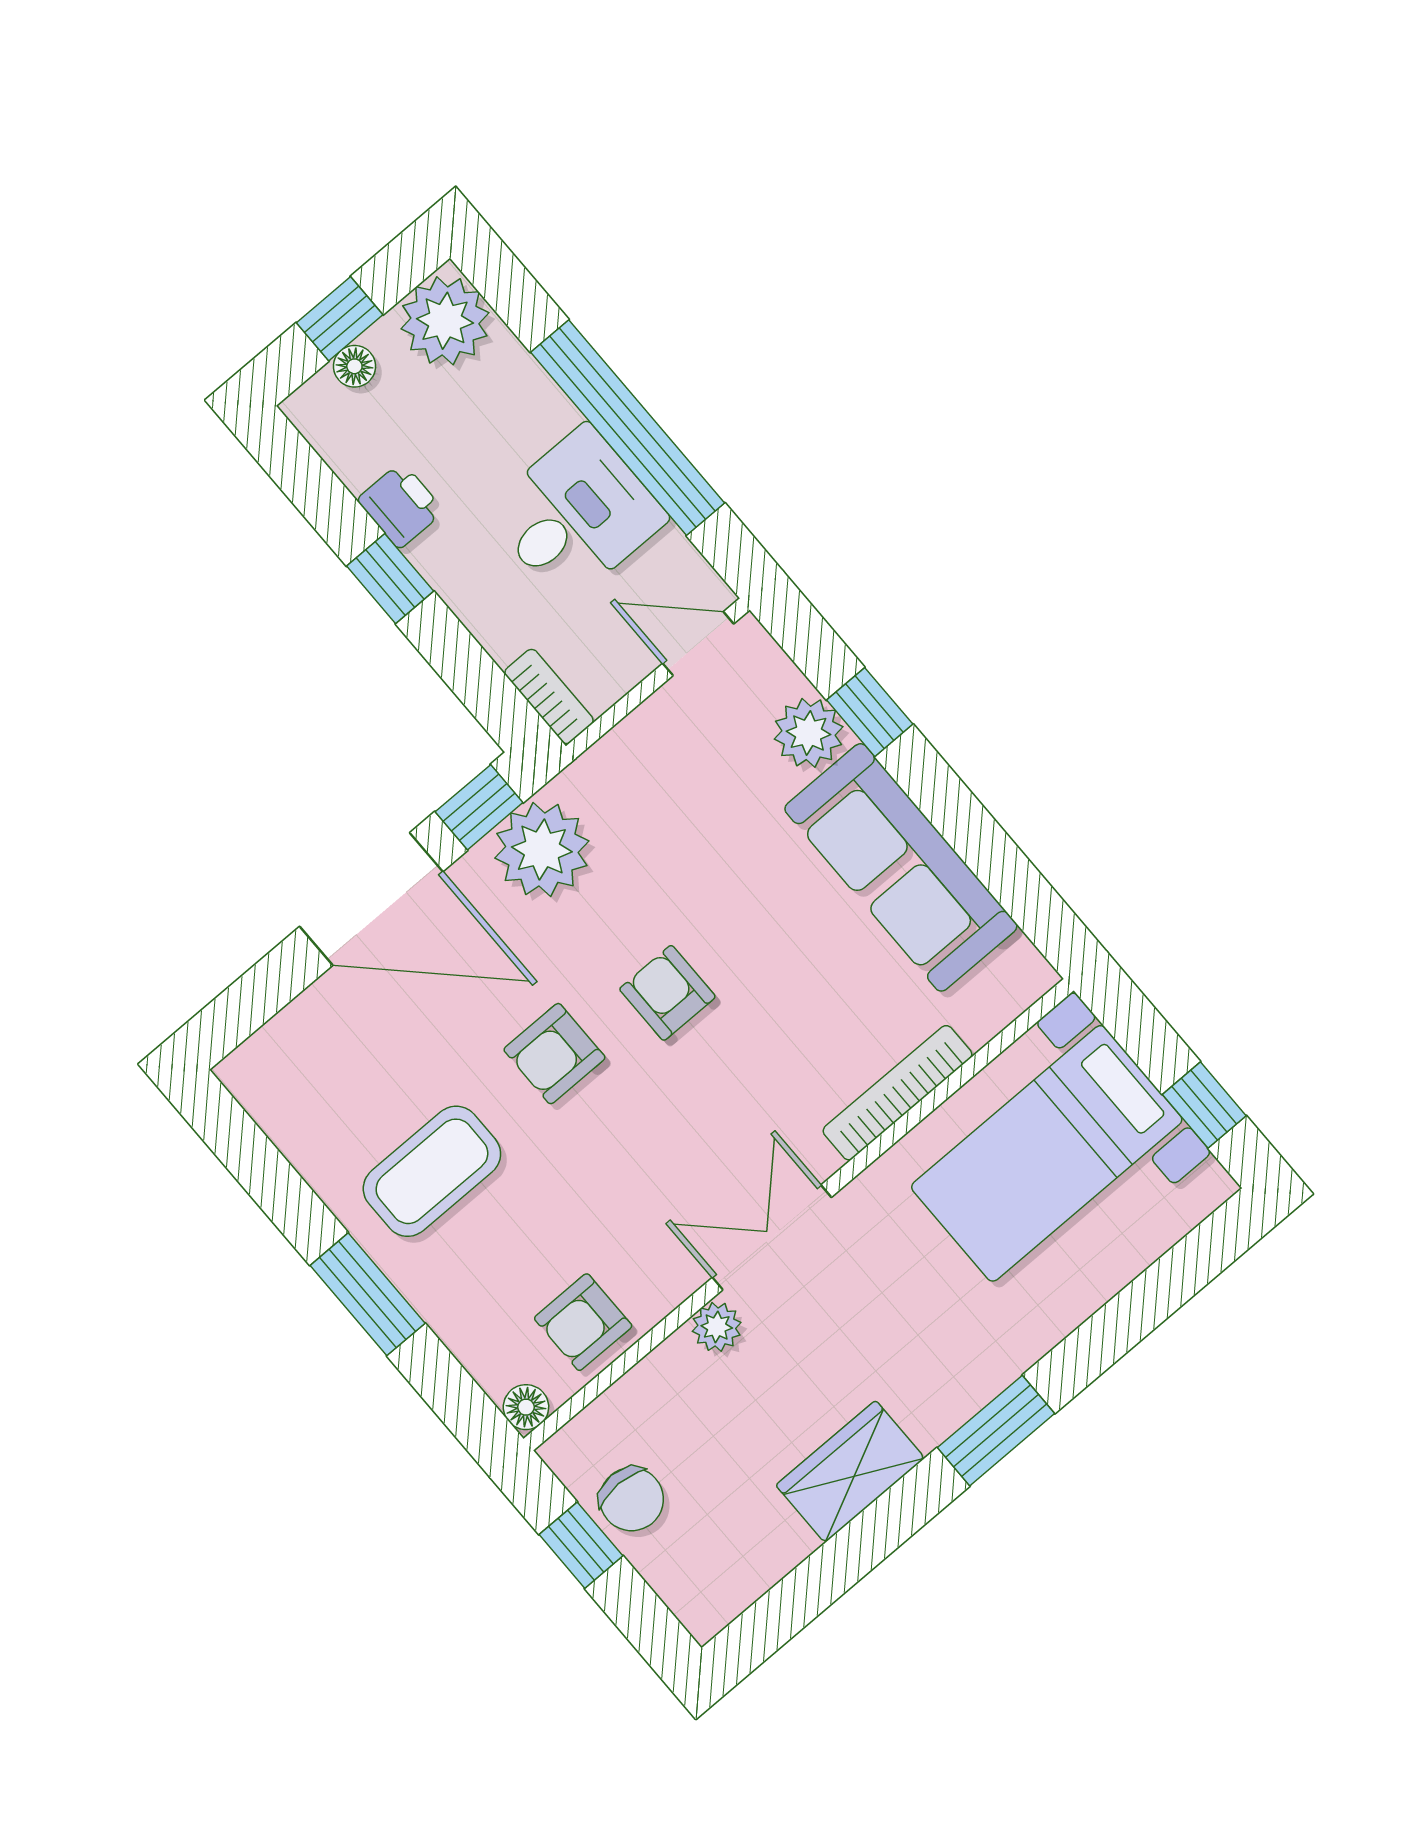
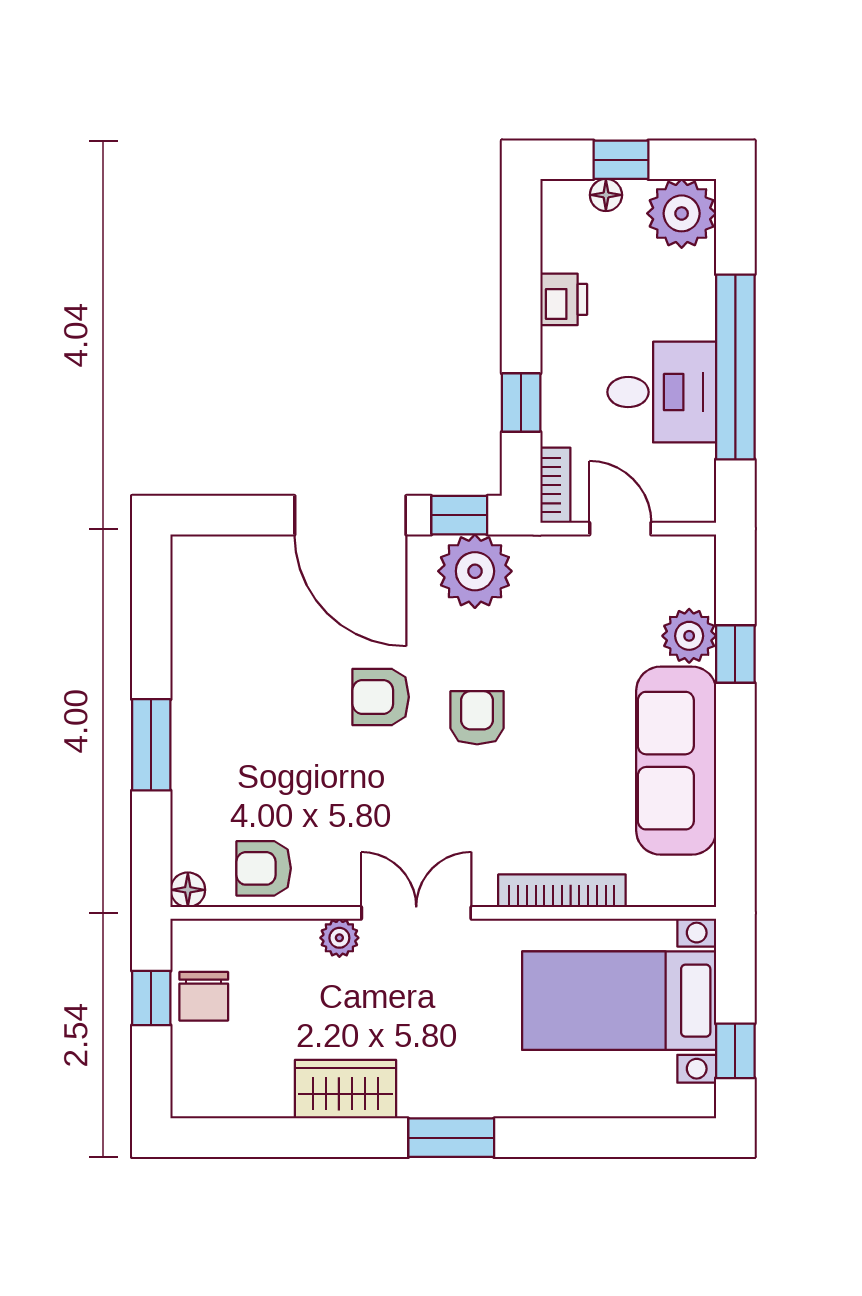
window: (390, 579) -> (521, 403), moved
door: (698, 644) -> (620, 529), moved
coffee table: (432, 1171) -> (250, 705), removed

